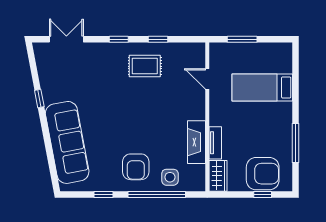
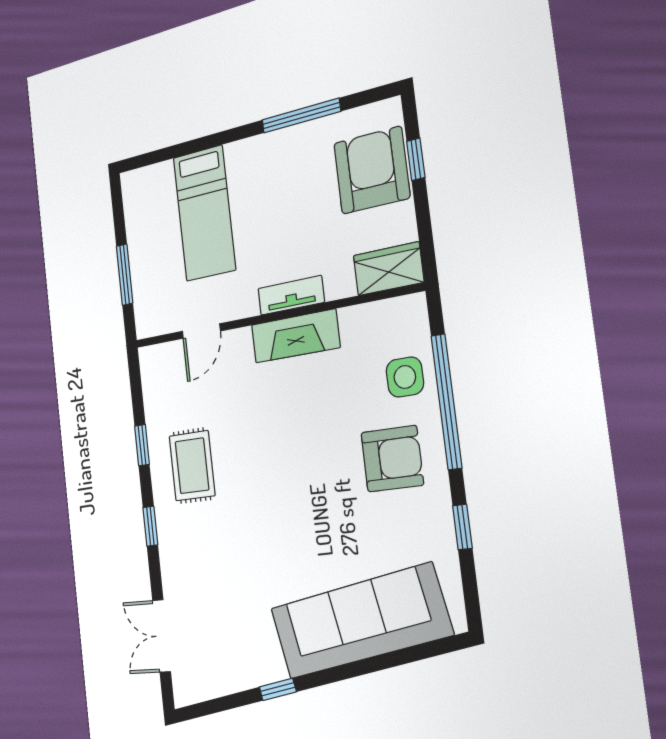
fireplace: (196, 142) -> (295, 336), moved
tv unit: (215, 143) -> (291, 295), moved

